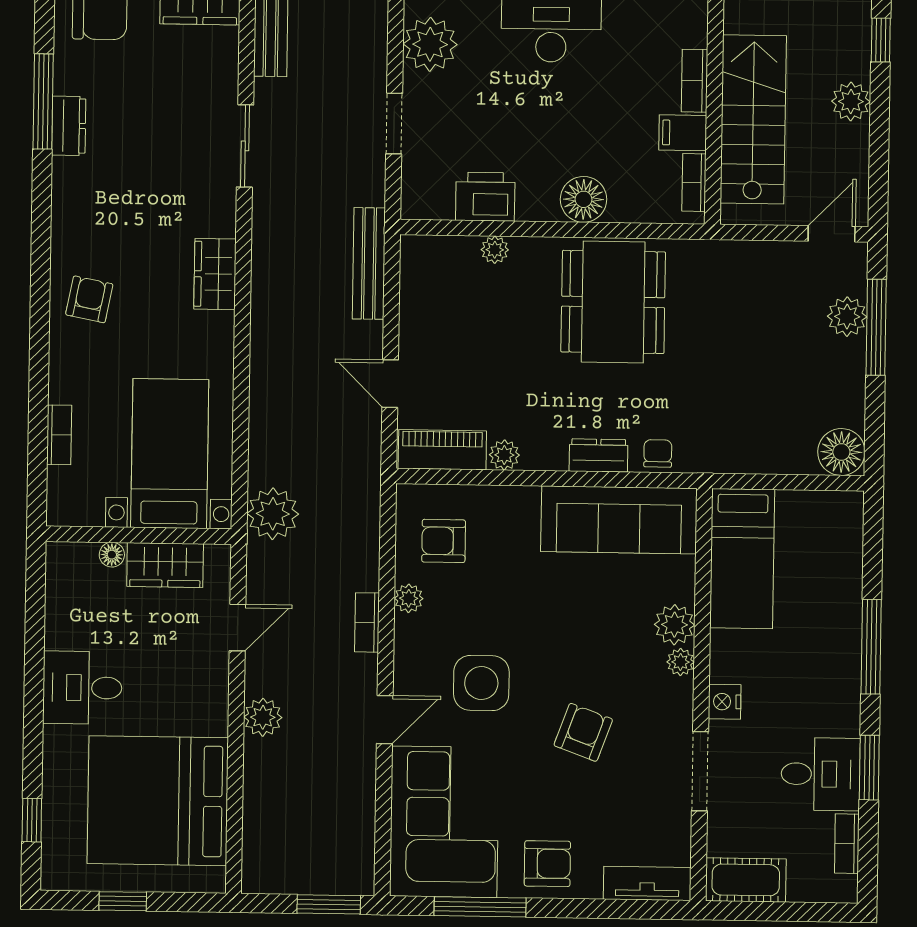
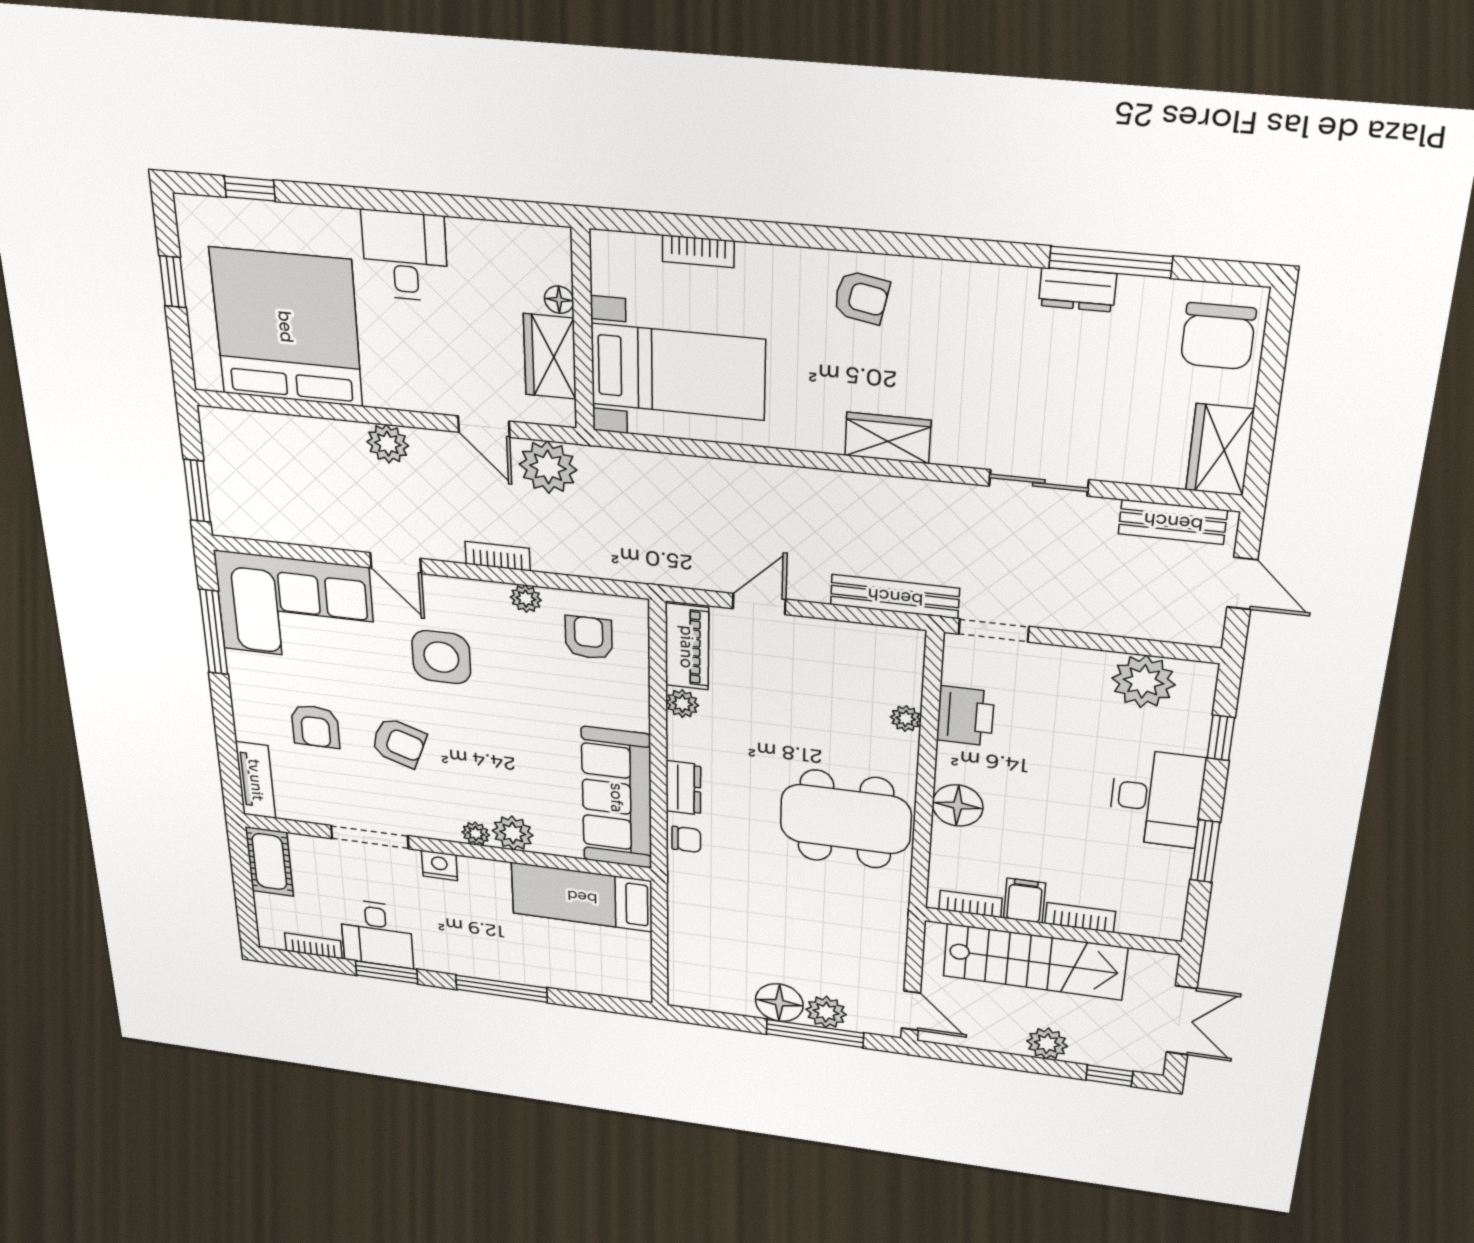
doorway: (394, 124) -> (994, 630), moved
floor lamp: (841, 452) -> (779, 1003), moved
plant: (273, 514) -> (548, 467), moved
armchair: (547, 864) -> (315, 726), moved

